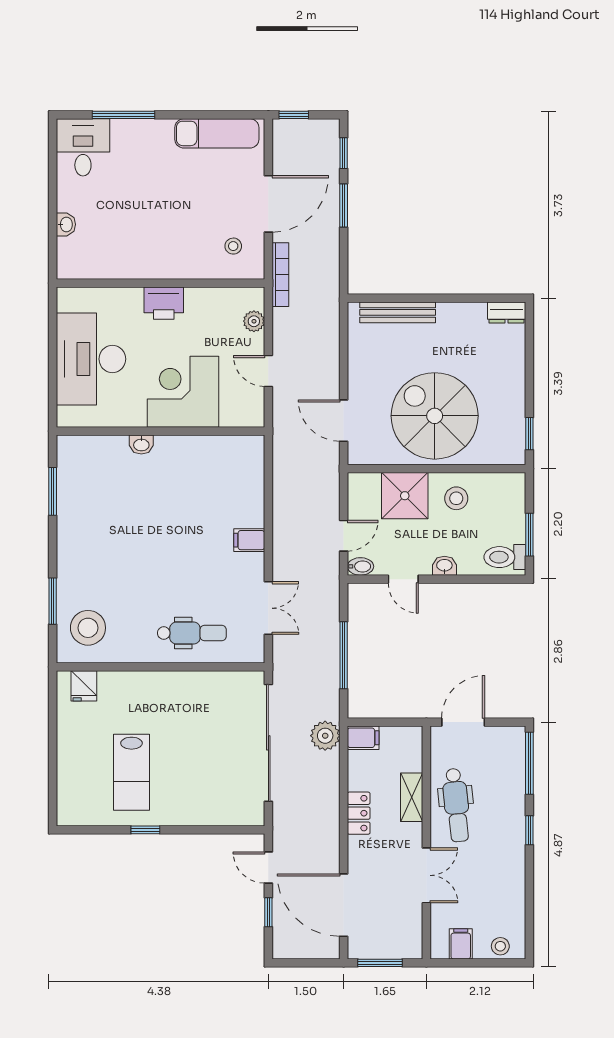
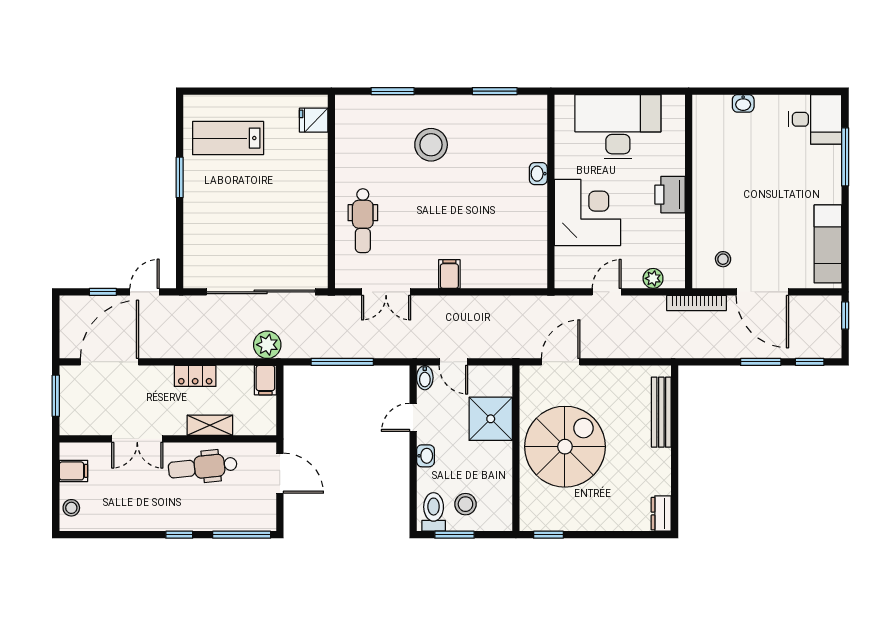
stool: (456, 498) -> (465, 504), moved
stool: (88, 628) -> (431, 145), moved
lab bench: (131, 772) -> (228, 138), moved
window: (145, 830) -> (180, 177), width x1.50

